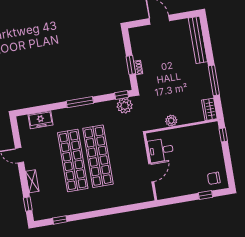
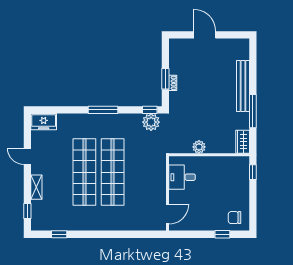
bench: (198, 40) -> (243, 86), moved
freezer: (40, 120) -> (44, 122), moved
door: (151, 173) -> (168, 214), moved

